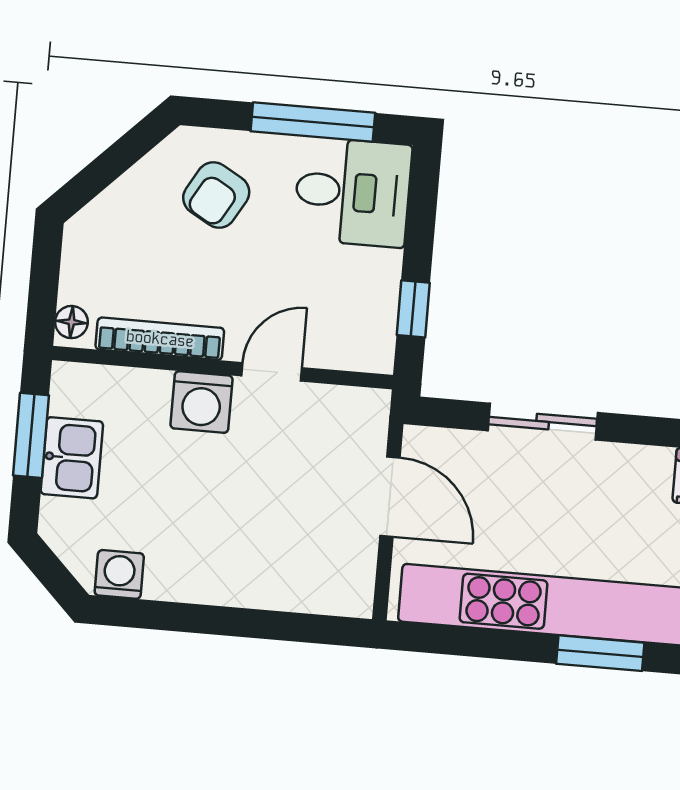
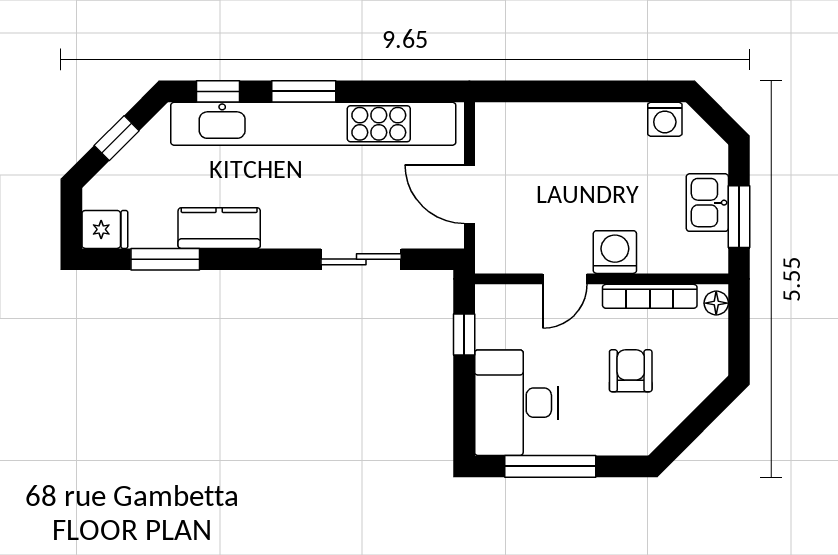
desk: (353, 192) -> (516, 403), width x1.37
armchair: (216, 195) -> (631, 371), moved, turned -30

